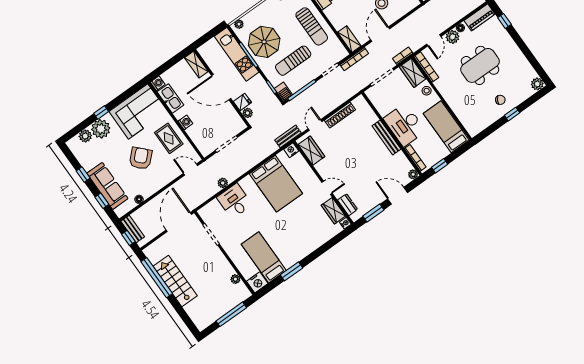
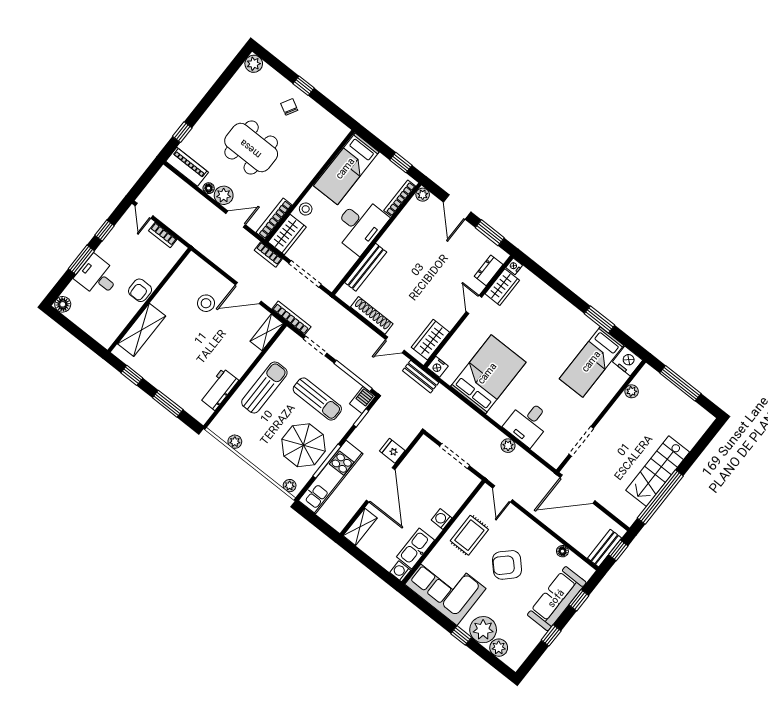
plant: (248, 113) -> (405, 440), removed
bench: (386, 137) -> (366, 267), moved

